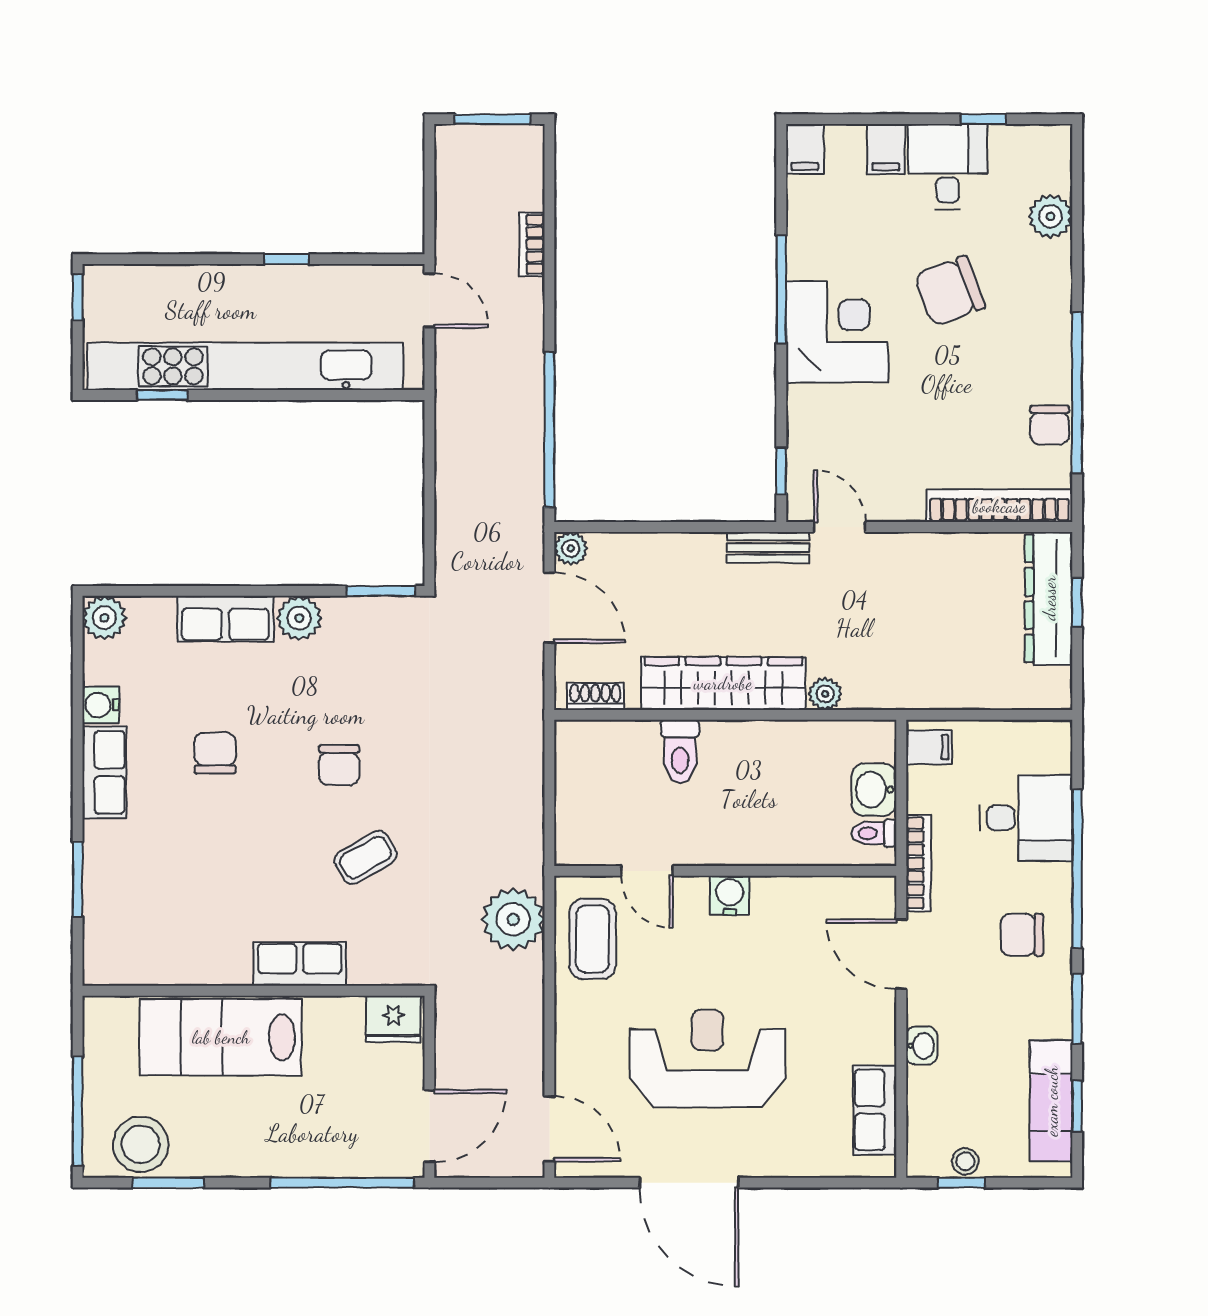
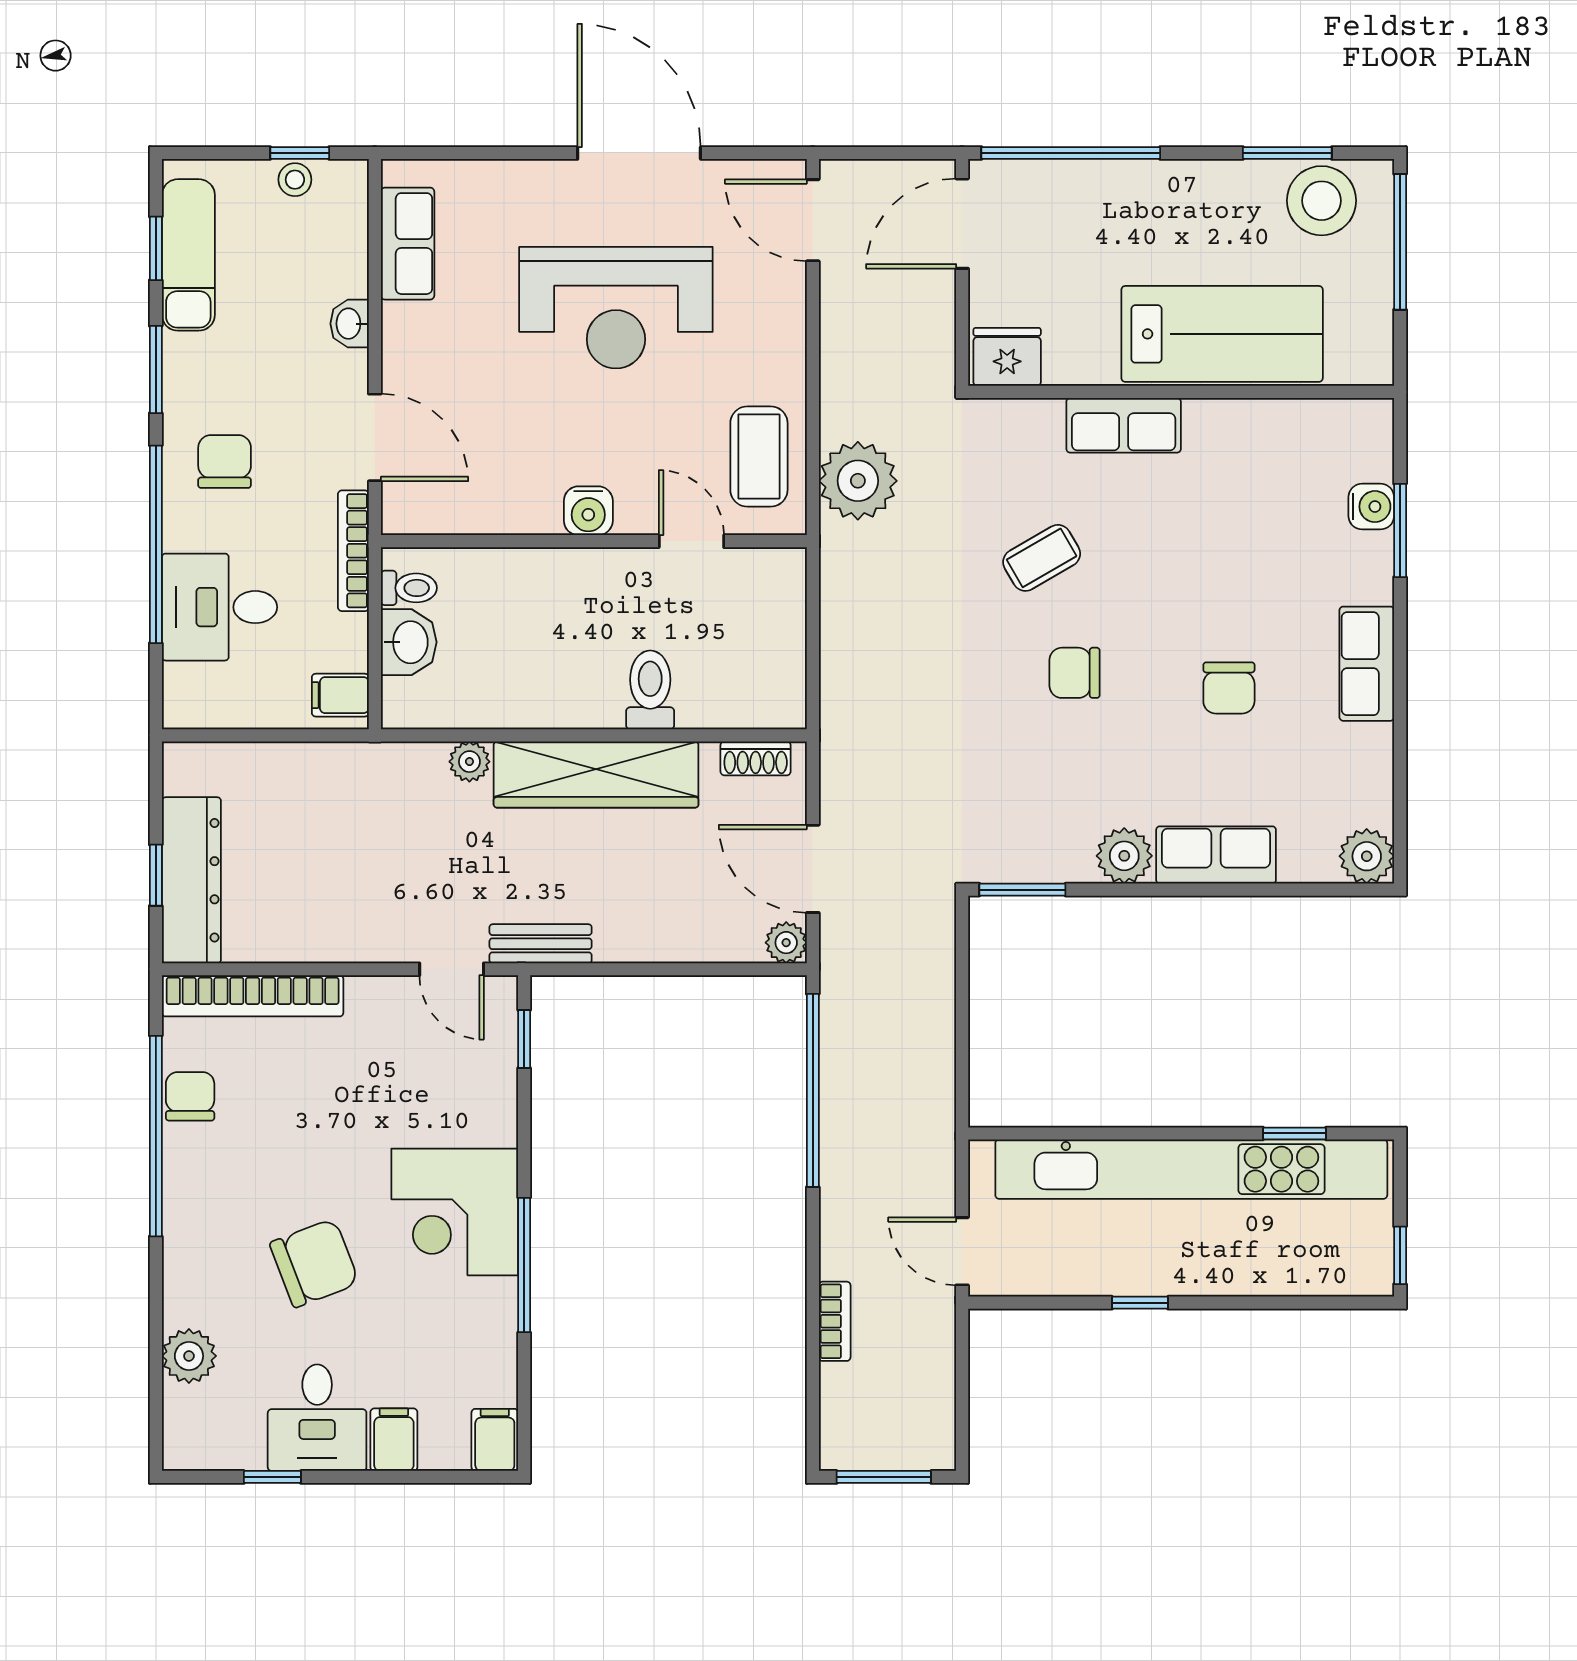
water cooler: (101, 705) -> (1371, 507), moved
chair: (339, 765) -> (1075, 673), turned -90
chair: (1022, 935) -> (225, 462), turned -90

